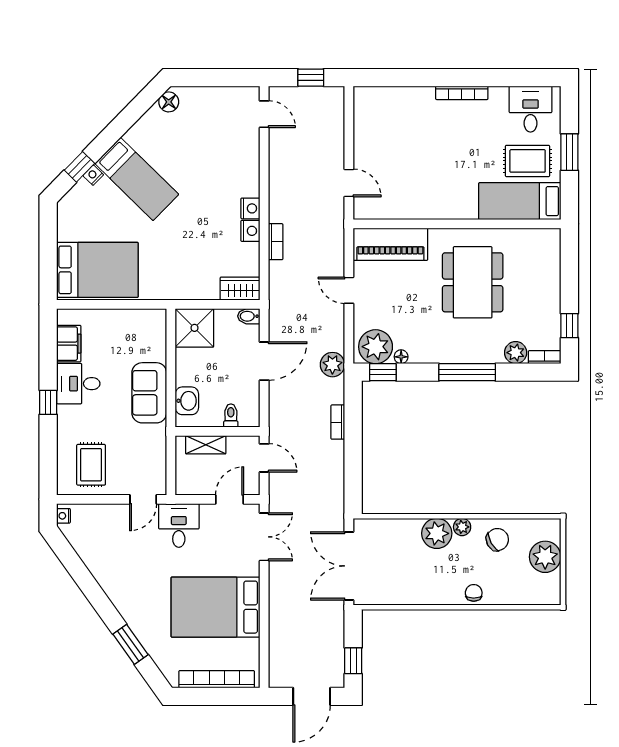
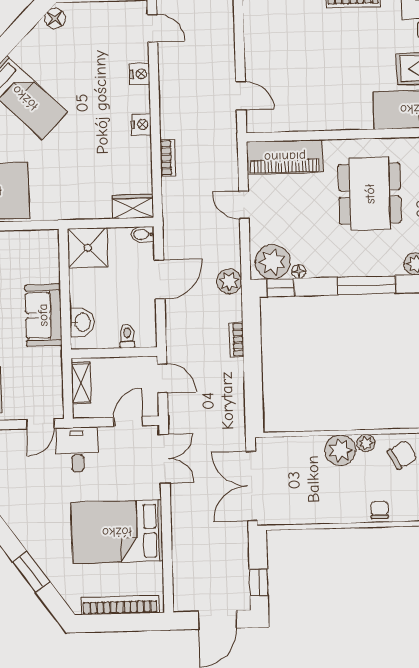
nightstand: (250, 231) -> (140, 74), moved
shelving: (206, 445) -> (81, 383), moved, turned 90

